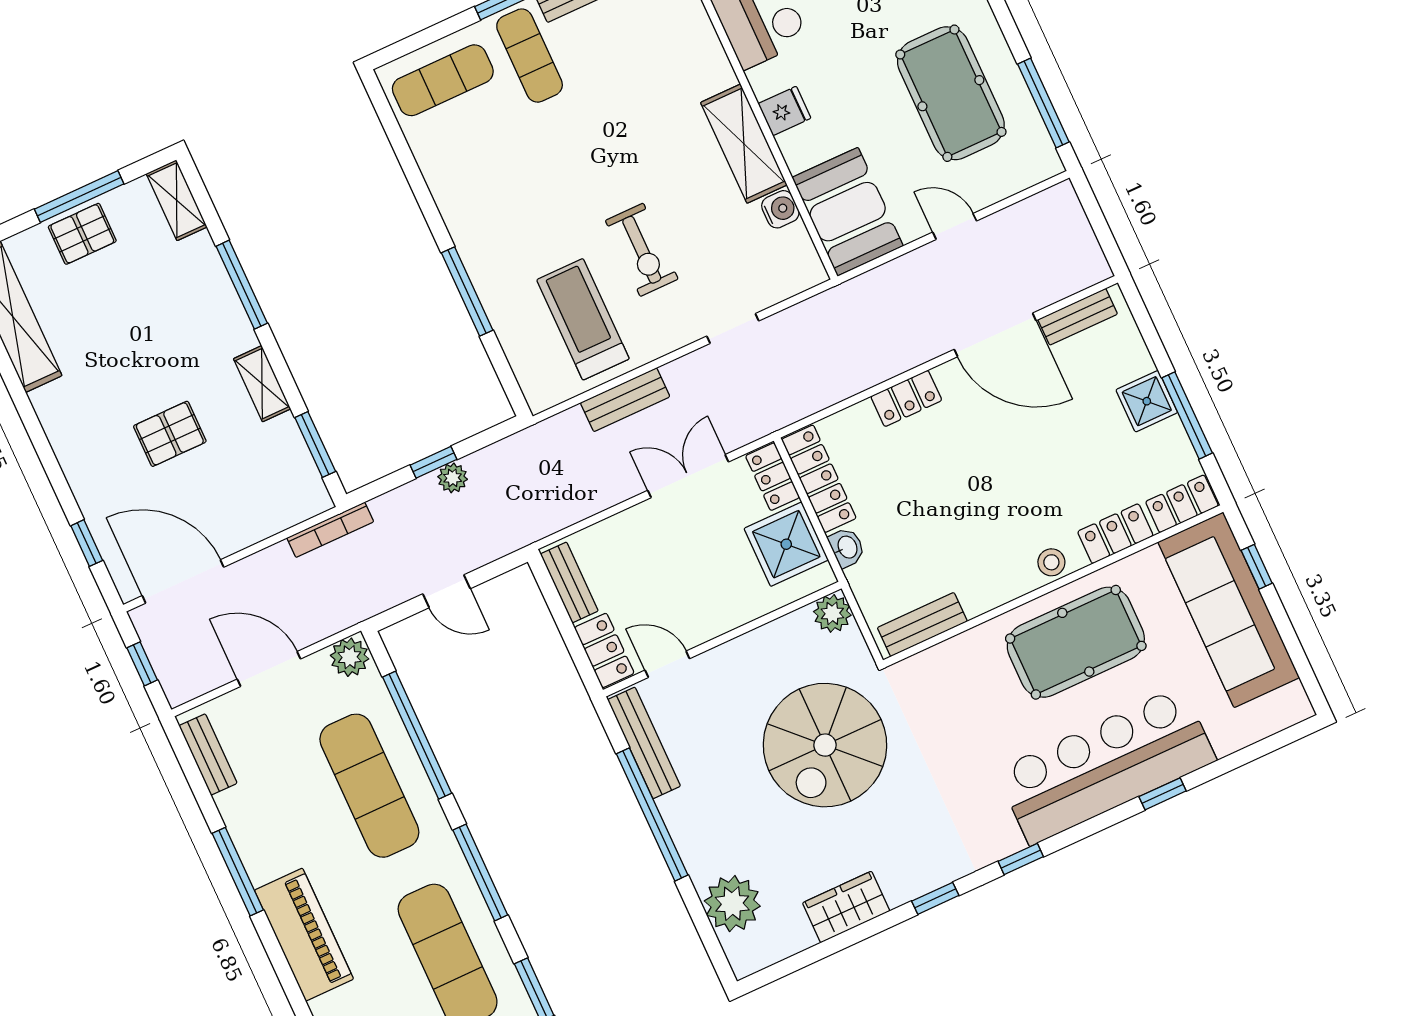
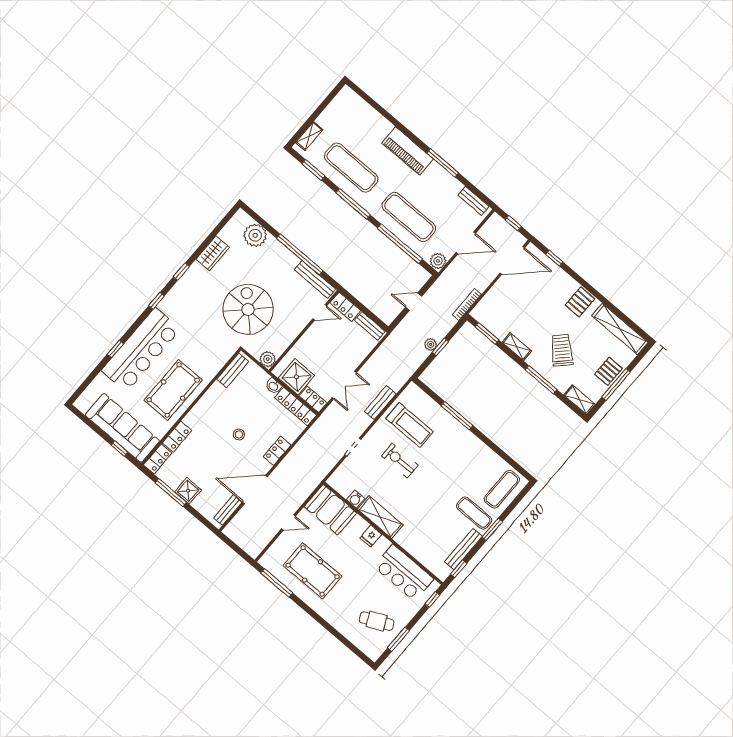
trolley: (165, 329) -> (562, 350), added
pallet: (170, 434) -> (580, 302), moved
stool: (1051, 562) -> (239, 434), moved

